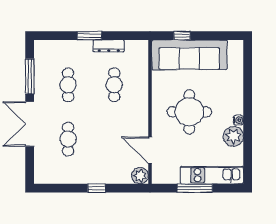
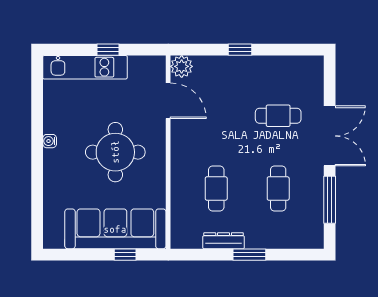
plant: (233, 136) -> (56, 119), removed
cafe table: (68, 139) -> (278, 116), turned 90
window: (195, 188) -> (108, 50), width x0.46

